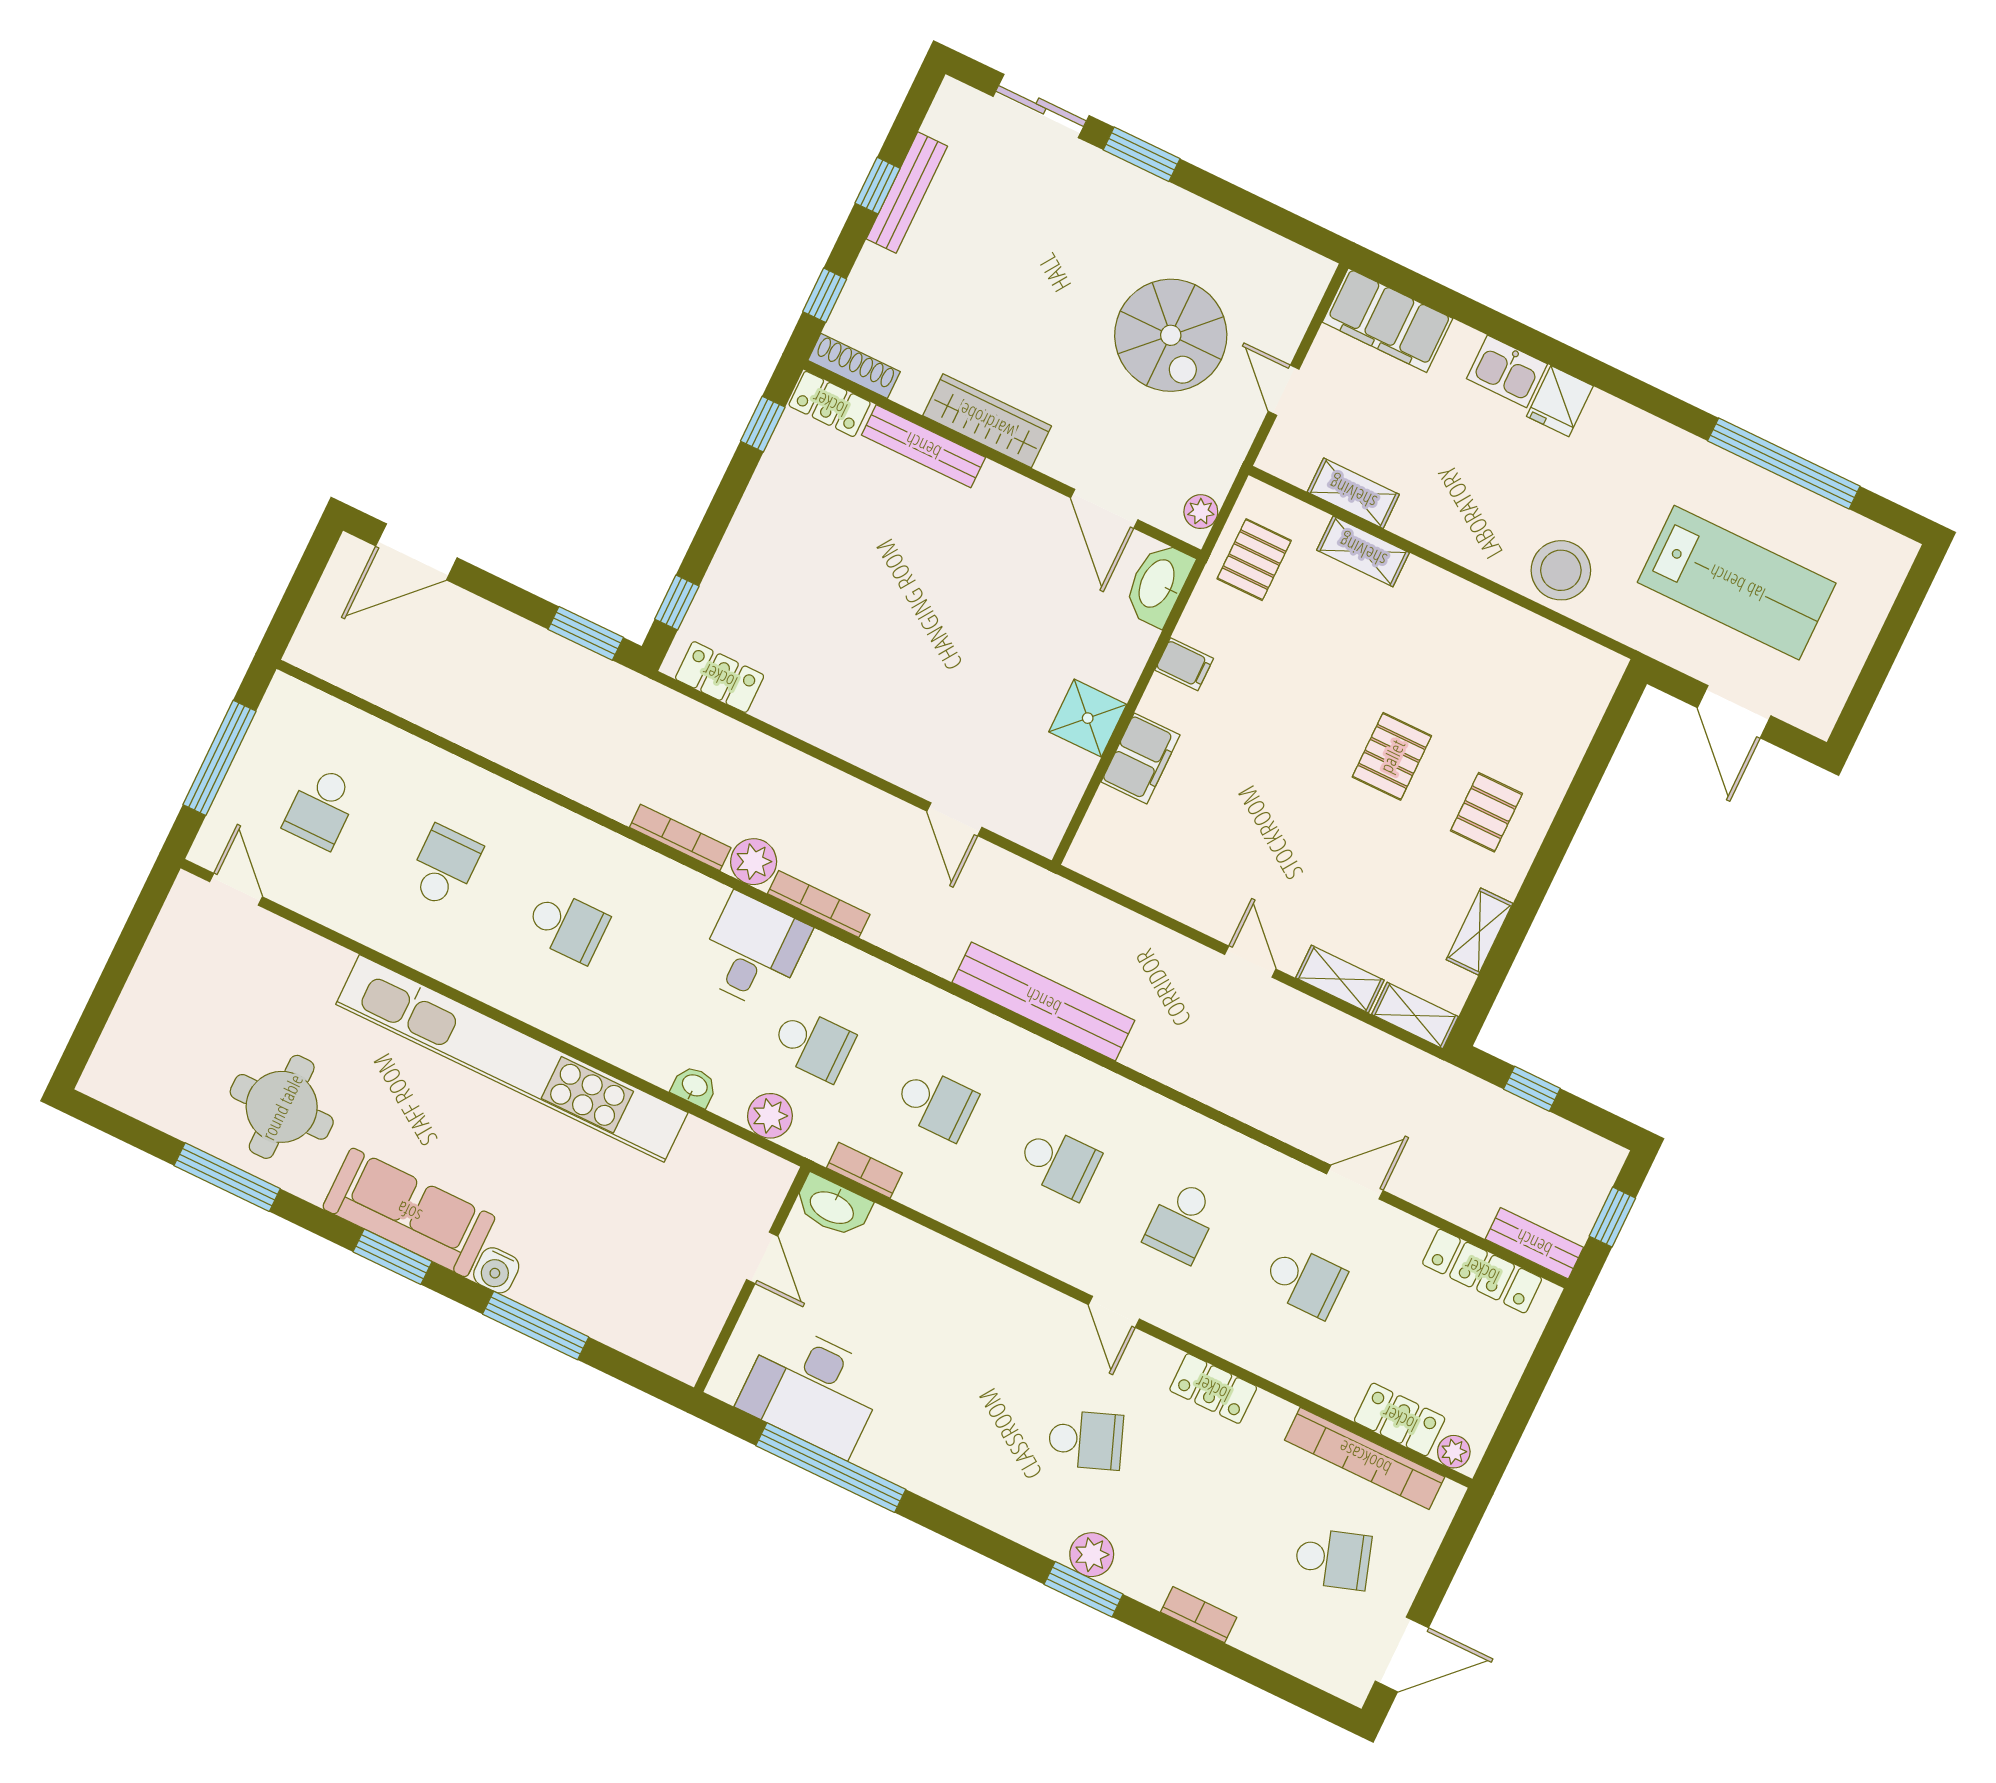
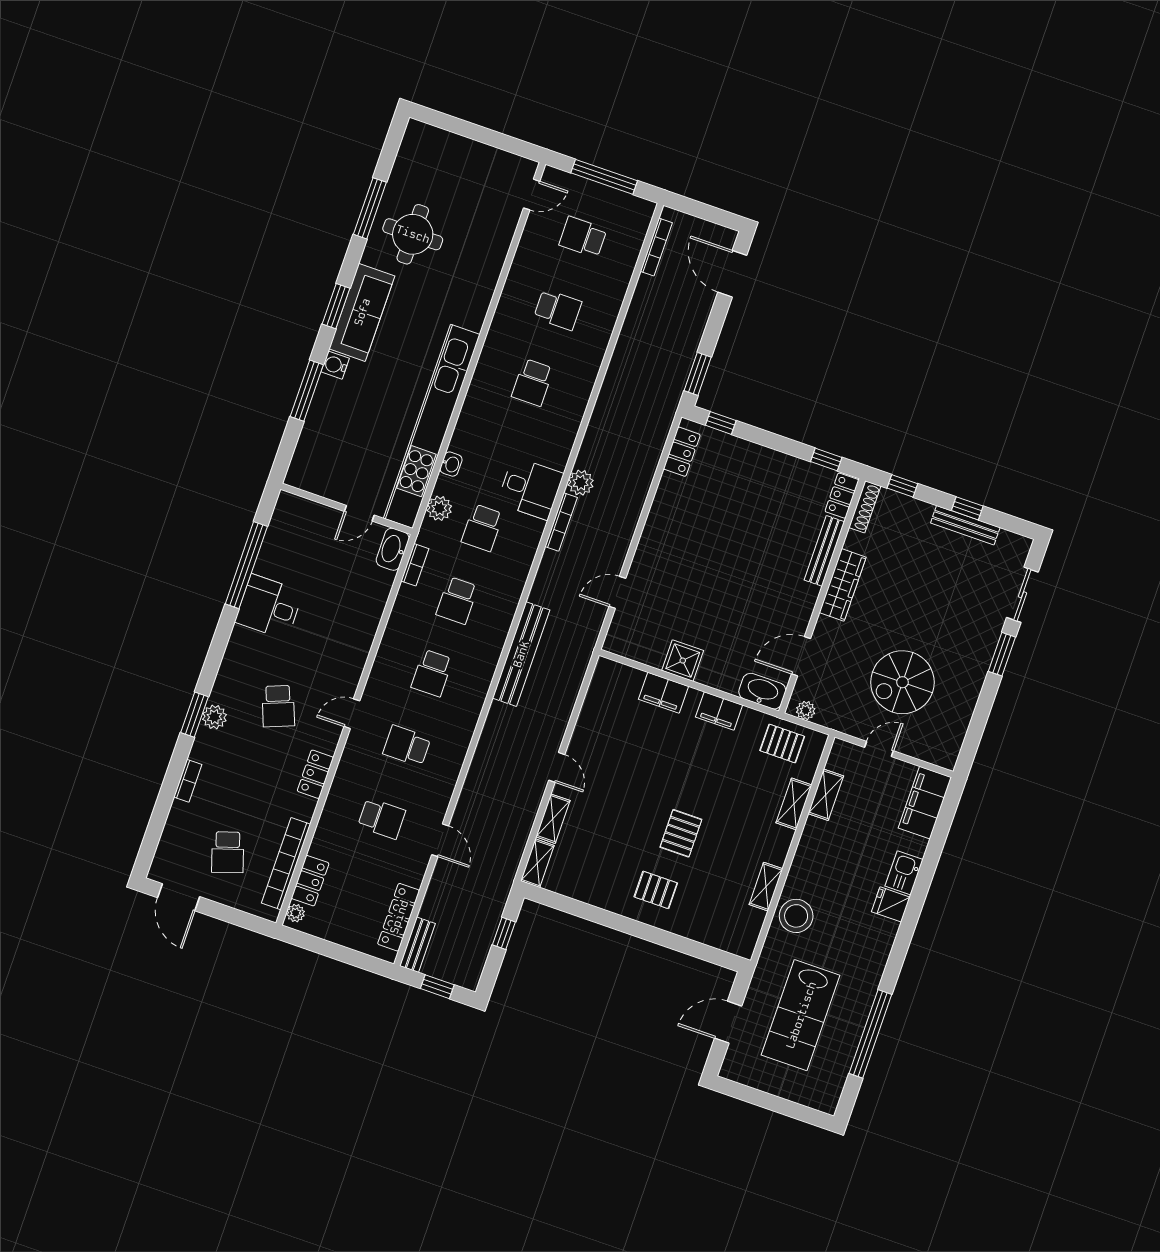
filing cabinet: (1184, 664) -> (719, 711), width x2.00
pallet: (1392, 756) -> (681, 833), turned 90
bookcase: (680, 837) -> (656, 247), moved
shelving: (1480, 932) -> (766, 887), moved, turned 90
door: (1250, 962) -> (557, 767), hinge flipped
kitchen unit: (512, 1058) -> (432, 426), moved
school desk: (1305, 1281) -> (382, 818), turned -90
desk: (812, 1389) -> (269, 607), moved, width x0.73

